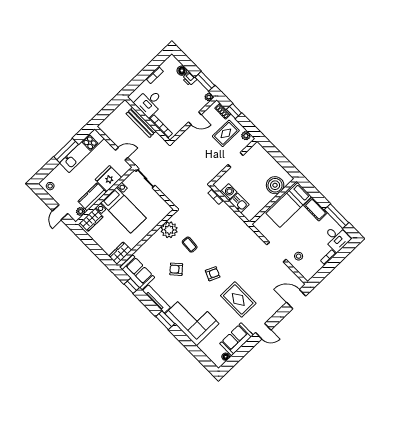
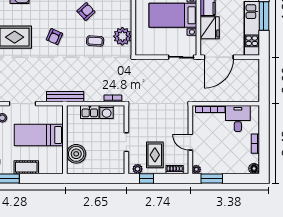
floor lamp: (182, 71) -> (254, 169), moved
printer: (189, 79) -> (226, 168), removed
window: (234, 111) -> (146, 178), moved
door: (195, 118) -> (190, 142), hinge flipped
bench: (141, 122) -> (65, 97), moved
door: (122, 154) -> (219, 57), width x1.87
bed: (289, 205) -> (39, 135), moved, turned -90

